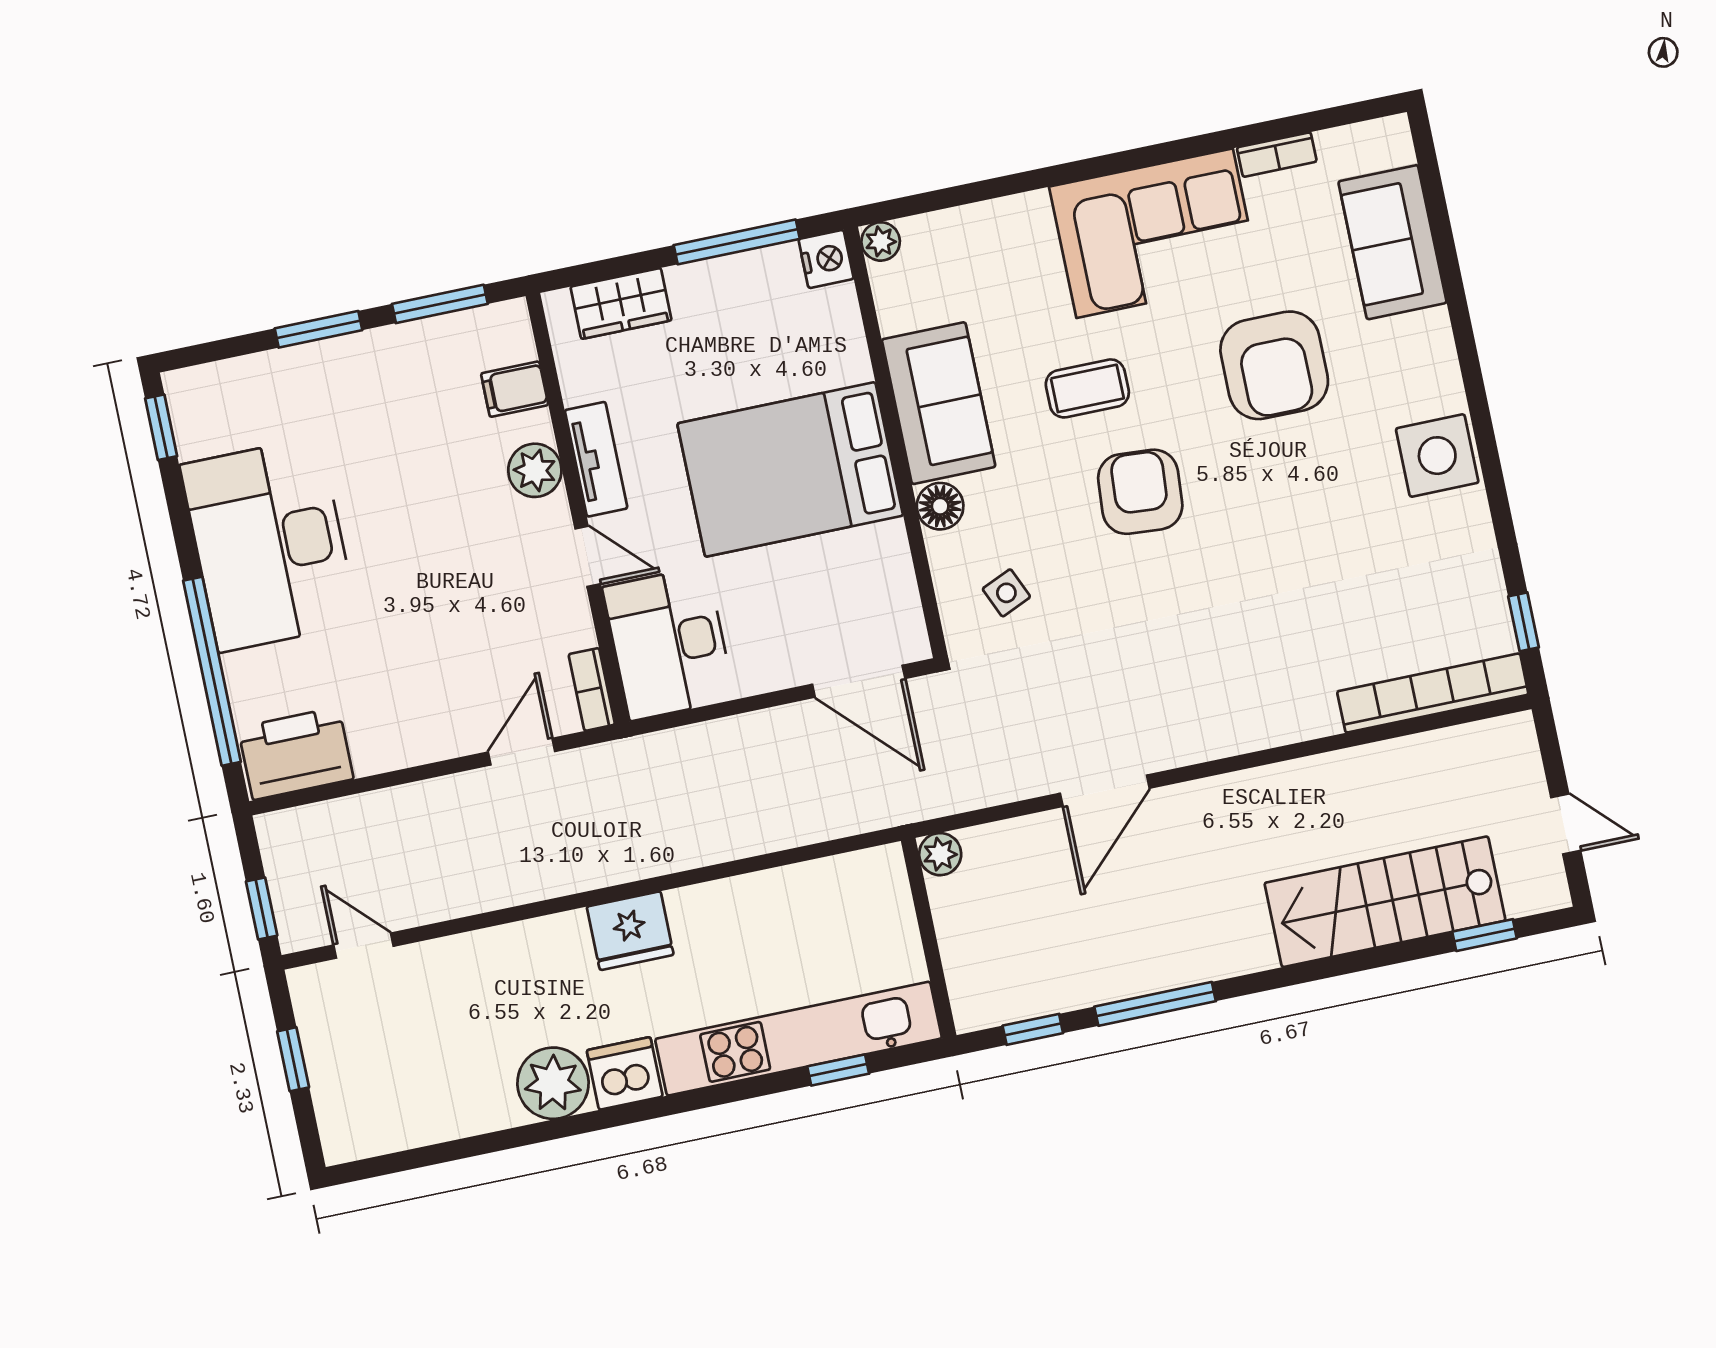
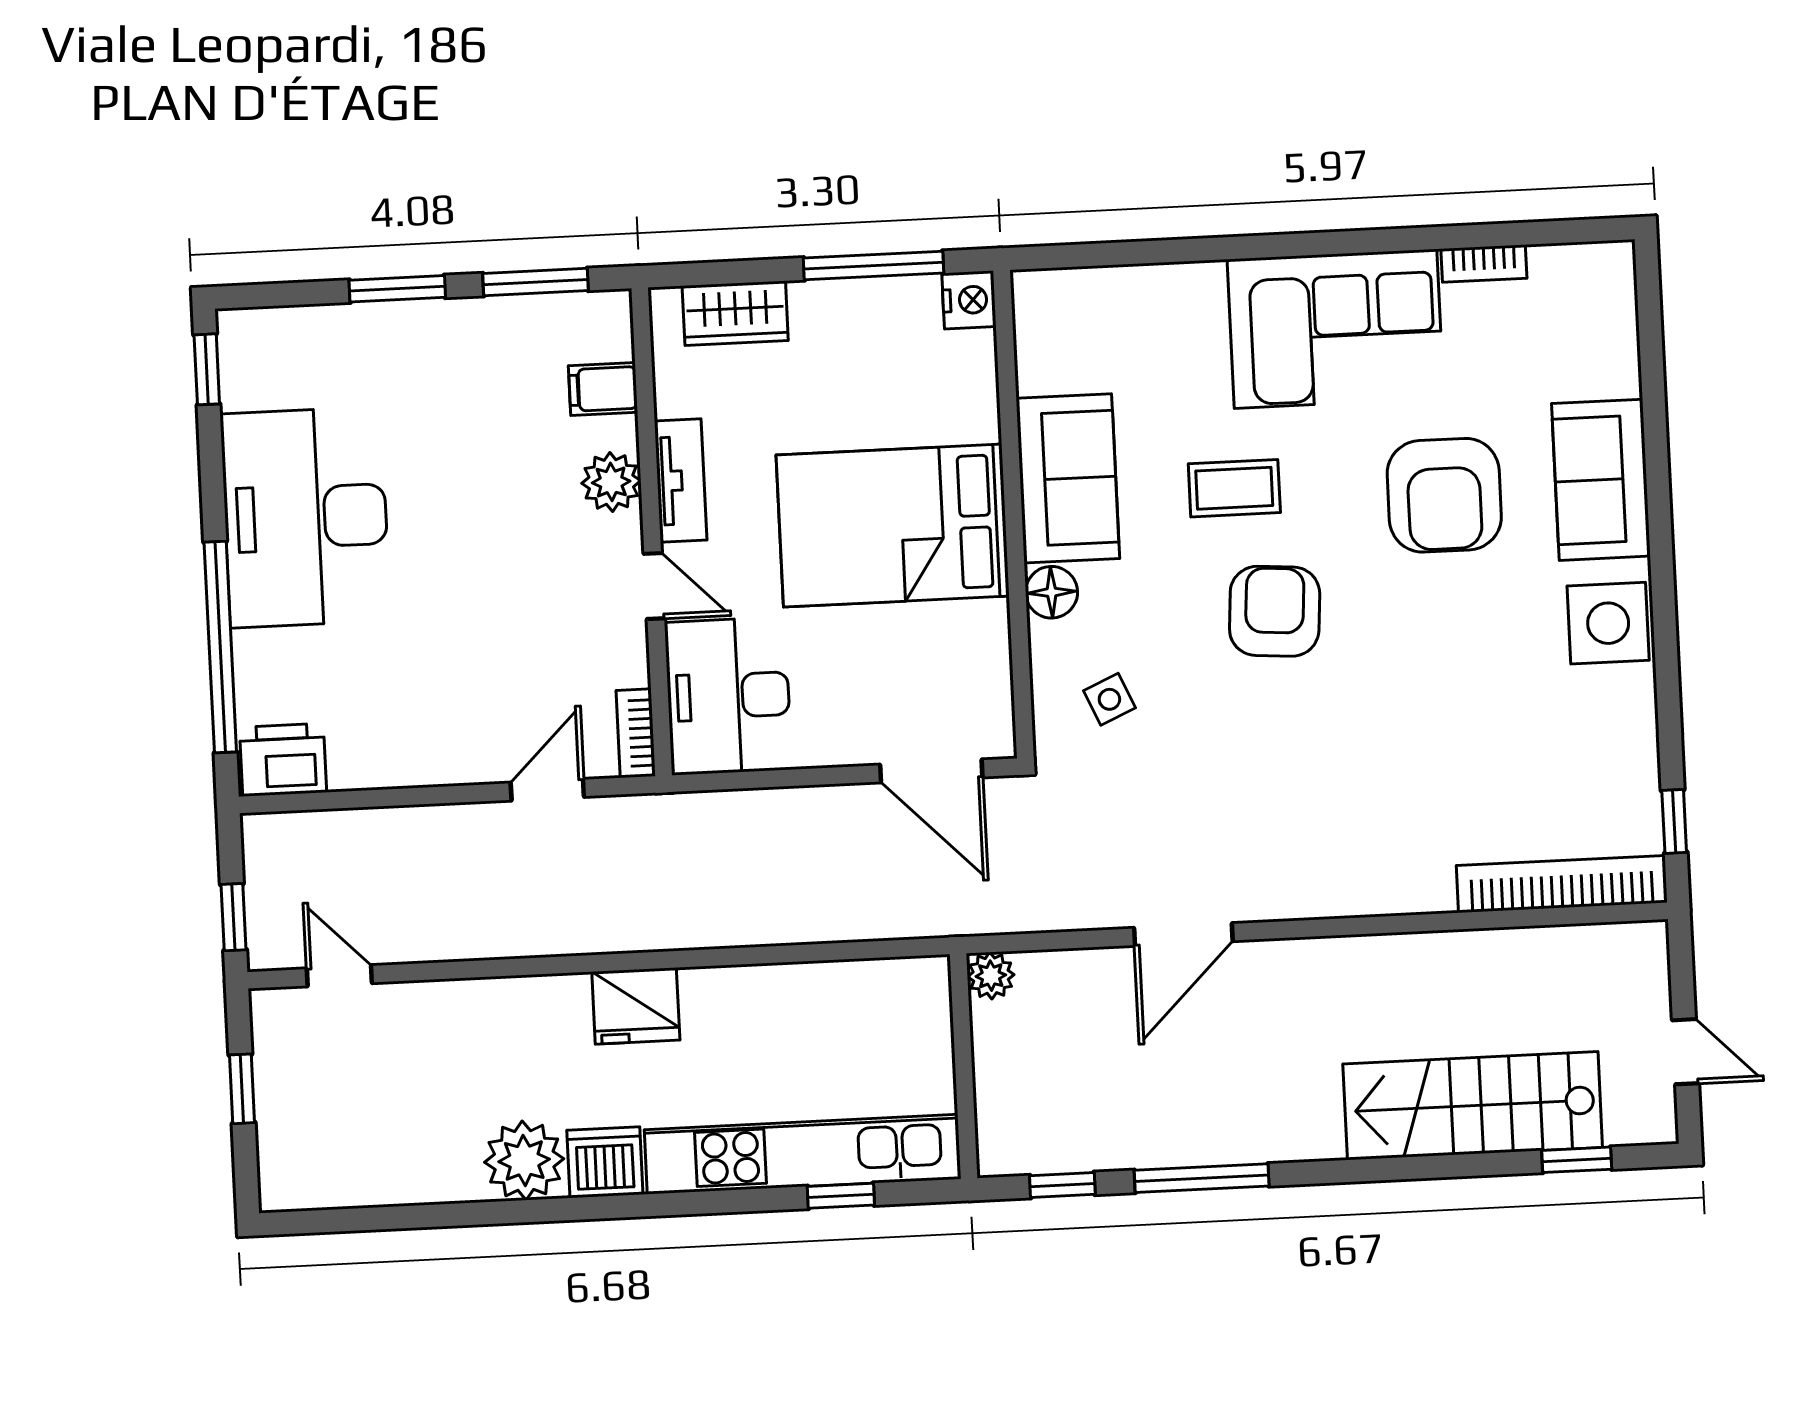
plant: (881, 241) -> (1032, 290), removed
sofa: (1392, 242) -> (1601, 480), moved
printer: (296, 753) -> (283, 760), width x0.73, depth x0.84

